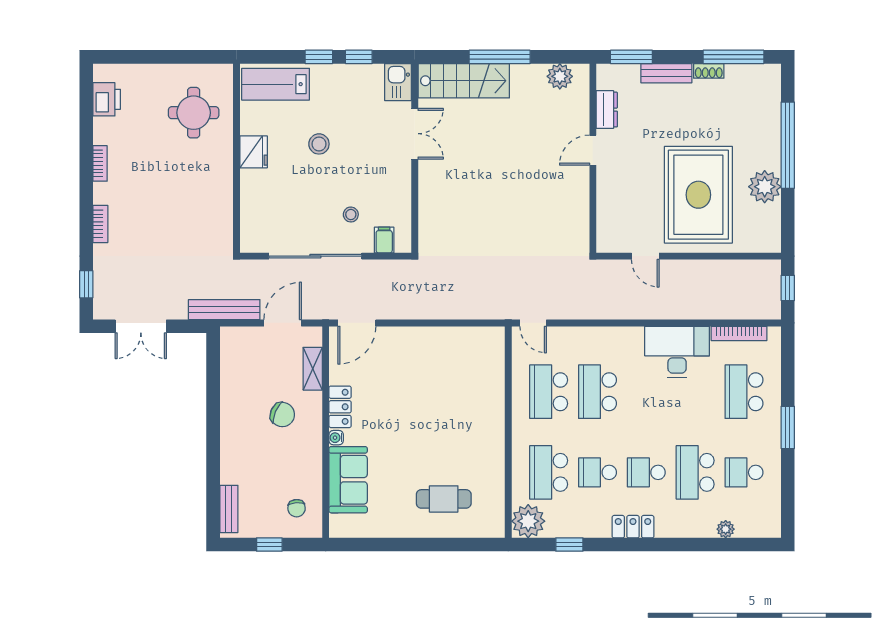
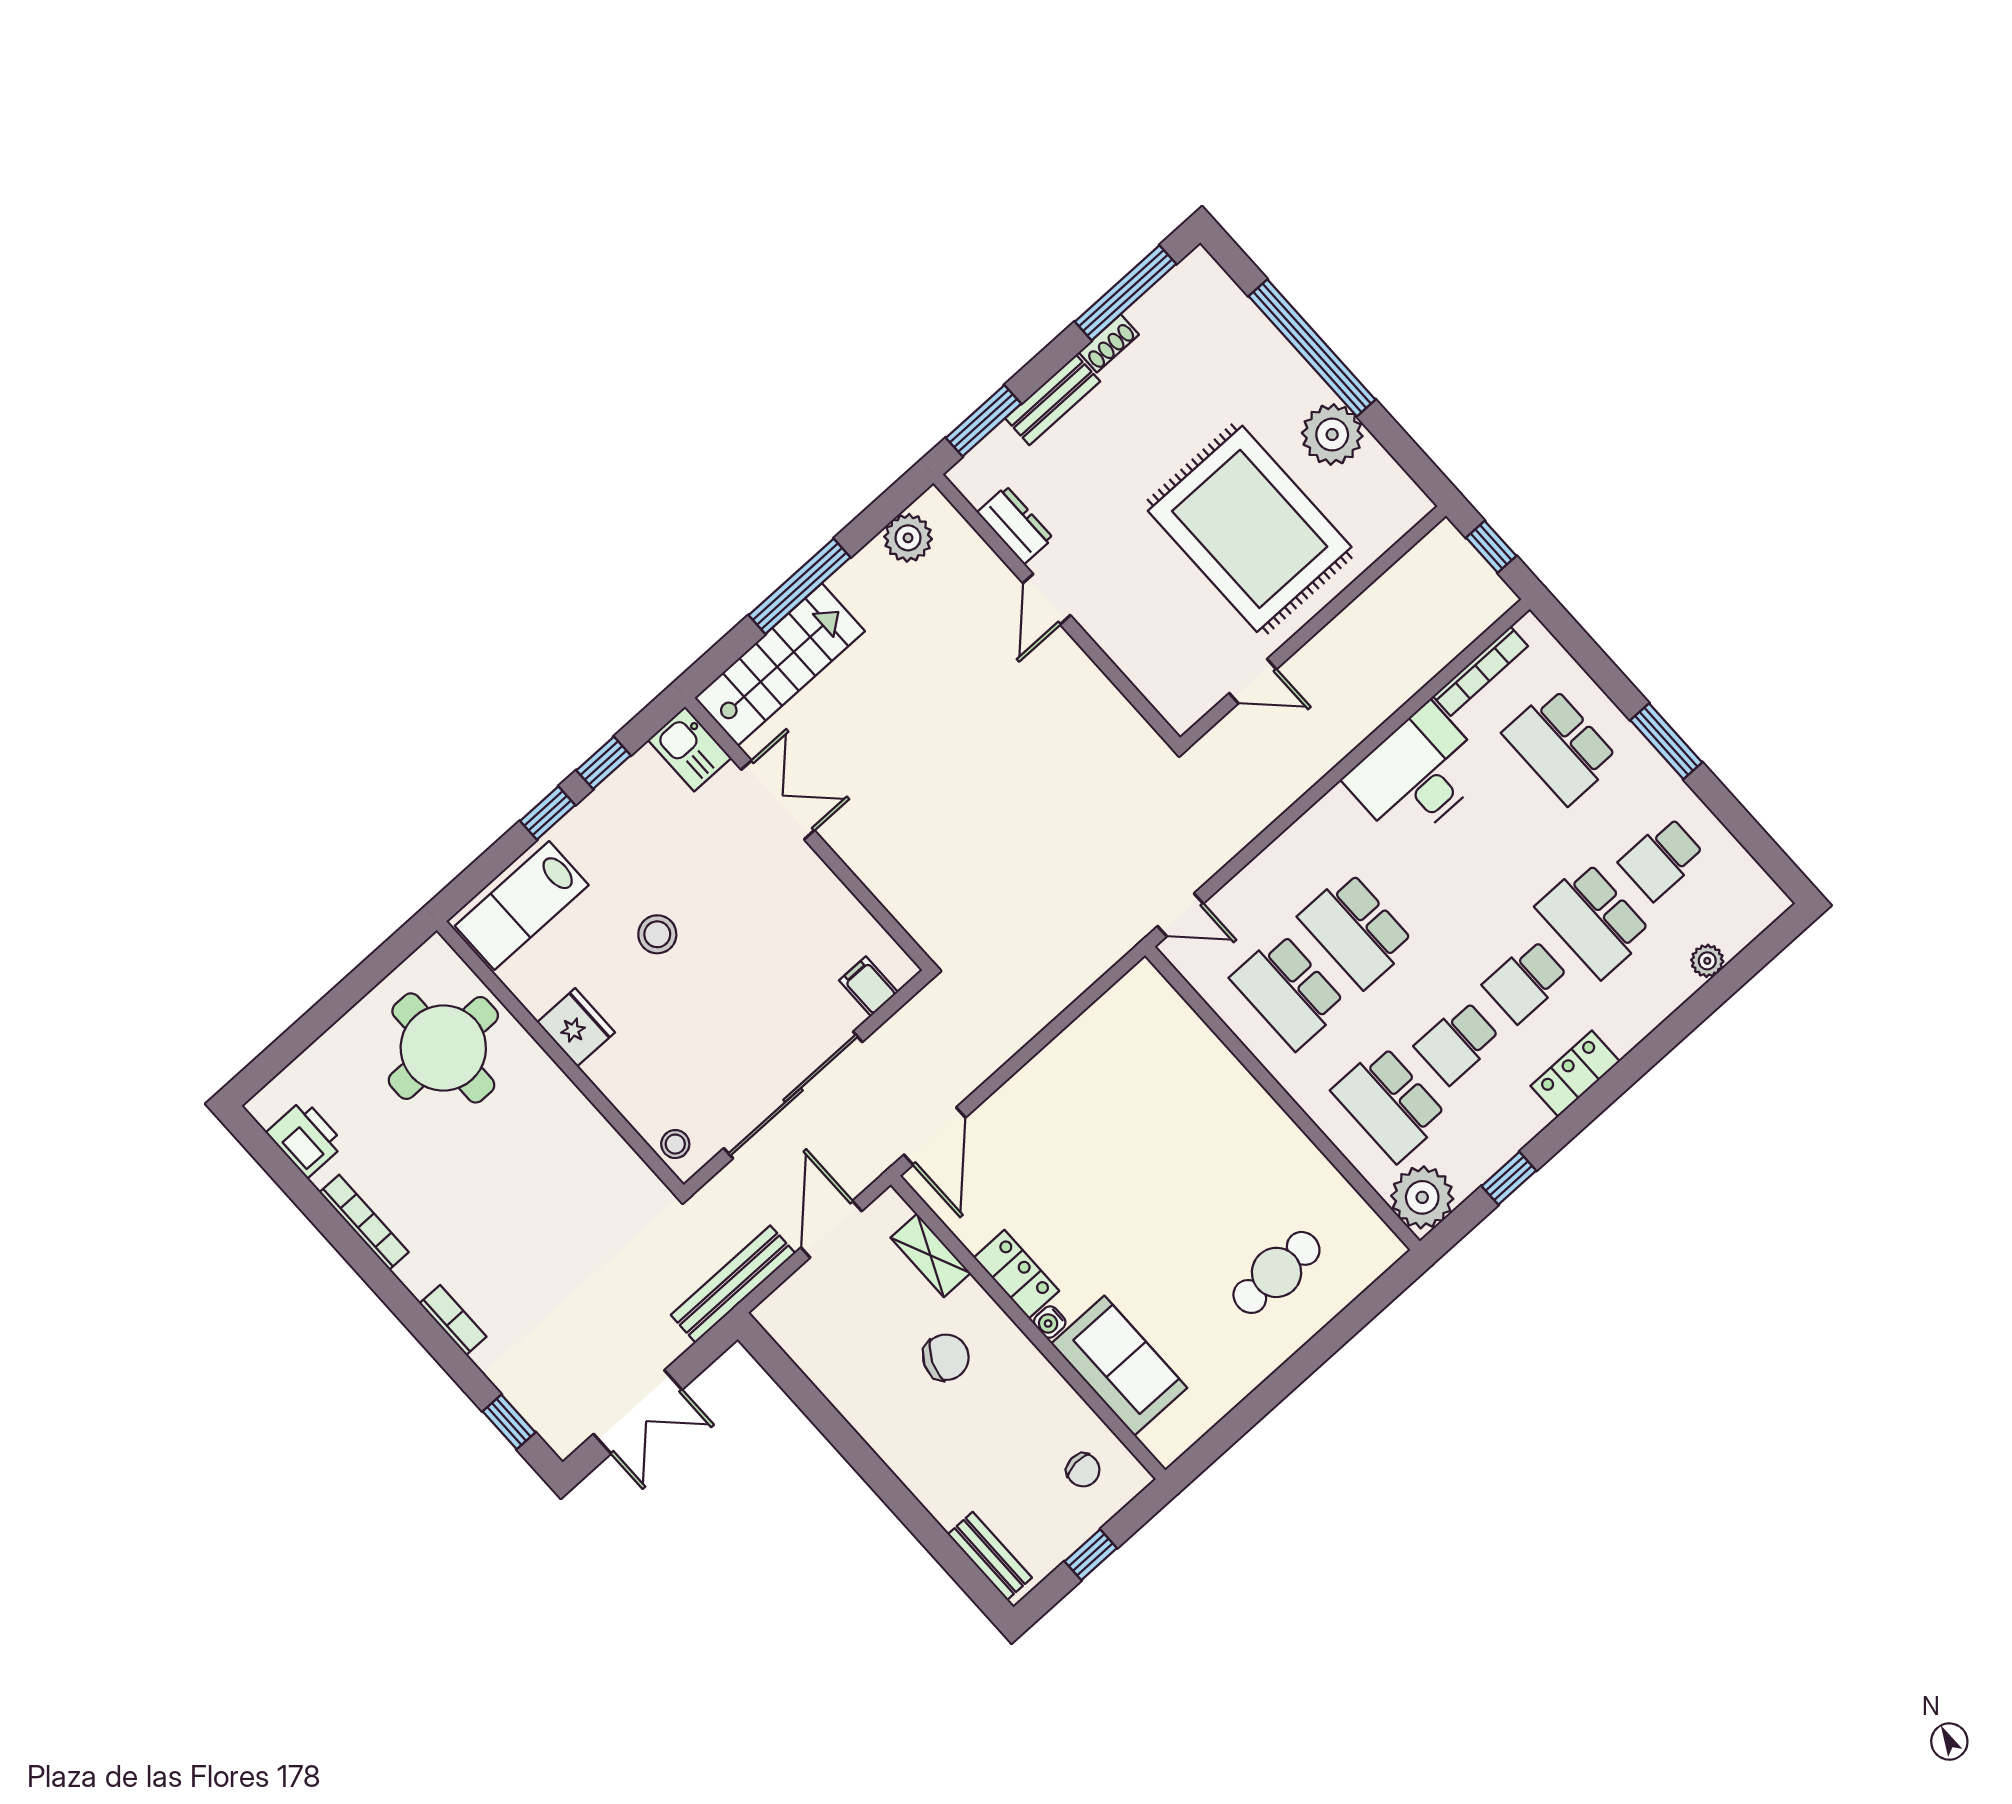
round table: (194, 113) -> (443, 1048), width x1.36, depth x1.36
bookcase: (100, 163) -> (364, 1222), width x1.56
stool: (351, 215) -> (675, 1144), moved

